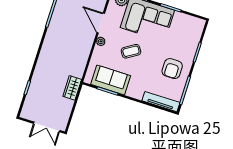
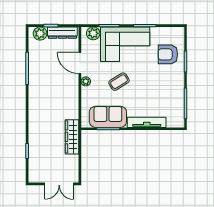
armchair: (172, 69) -> (168, 54), moved, turned 90
wardrobe: (72, 88) -> (72, 137), width x1.50
tv unit: (161, 102) -> (147, 122), moved

